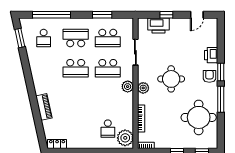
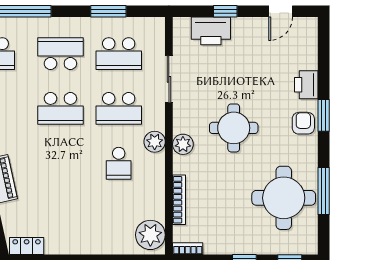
window: (221, 99) -> (324, 191), moved
school desk: (108, 129) -> (119, 163), moved

